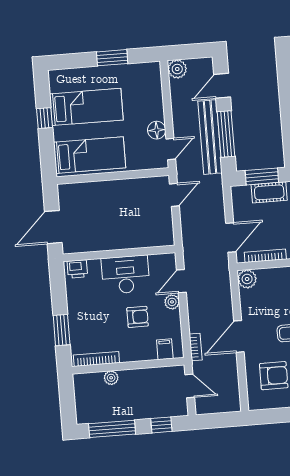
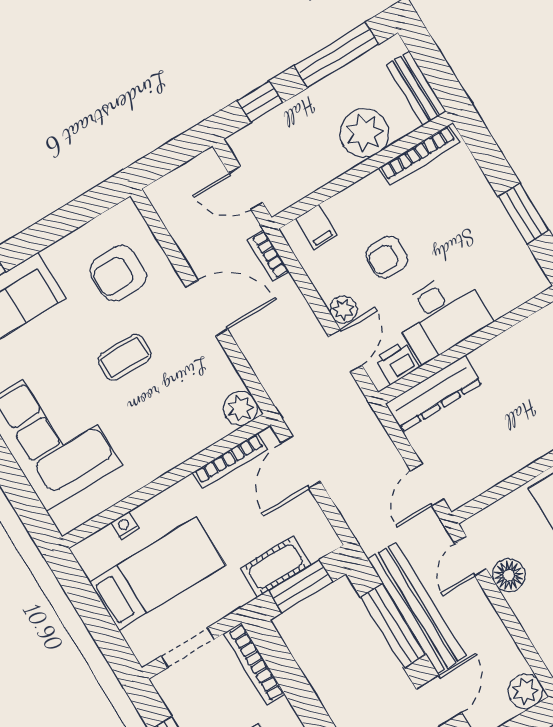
dresser: (148, 238) -> (434, 393), added
printer: (77, 269) -> (397, 363), moved
window: (62, 330) -> (524, 213), moved
door: (239, 336) -> (207, 308), hinge flipped
plant: (111, 378) -> (364, 133), width x1.88, depth x1.88
bench: (81, 393) -> (416, 88), added

